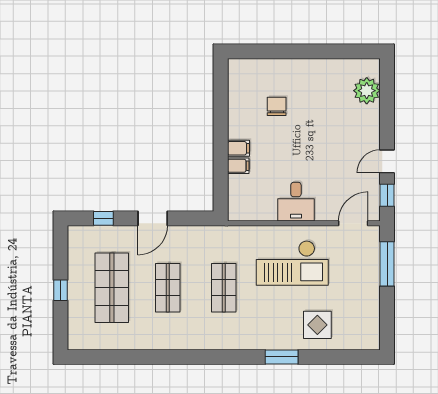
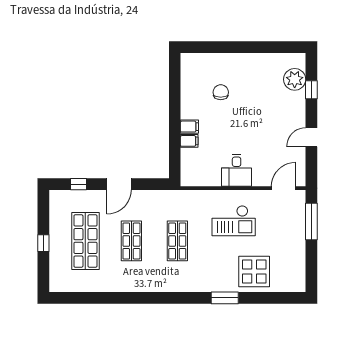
window: (387, 195) -> (311, 90), moved
checkout: (292, 263) -> (234, 221), width x0.73, depth x0.83
display table: (317, 325) -> (254, 272), width x1.36, depth x1.36

